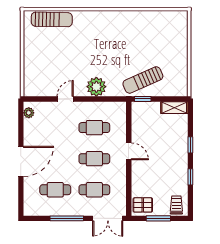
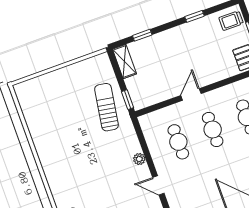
sun lounger: (143, 80) -> (107, 107), turned -147
plant: (96, 87) -> (139, 159), width x0.53, depth x0.53
window: (190, 145) -> (142, 35), moved

